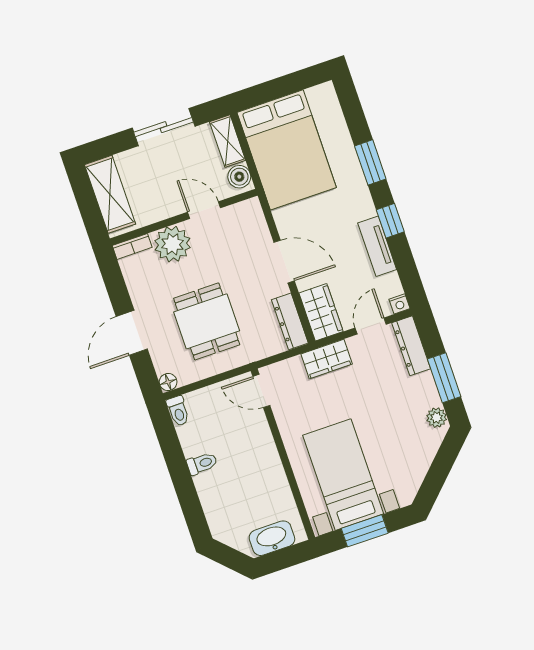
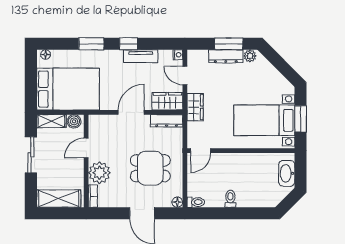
floor lamp: (329, 96) -> (46, 54), added
dresser: (411, 346) -> (226, 56), moved

